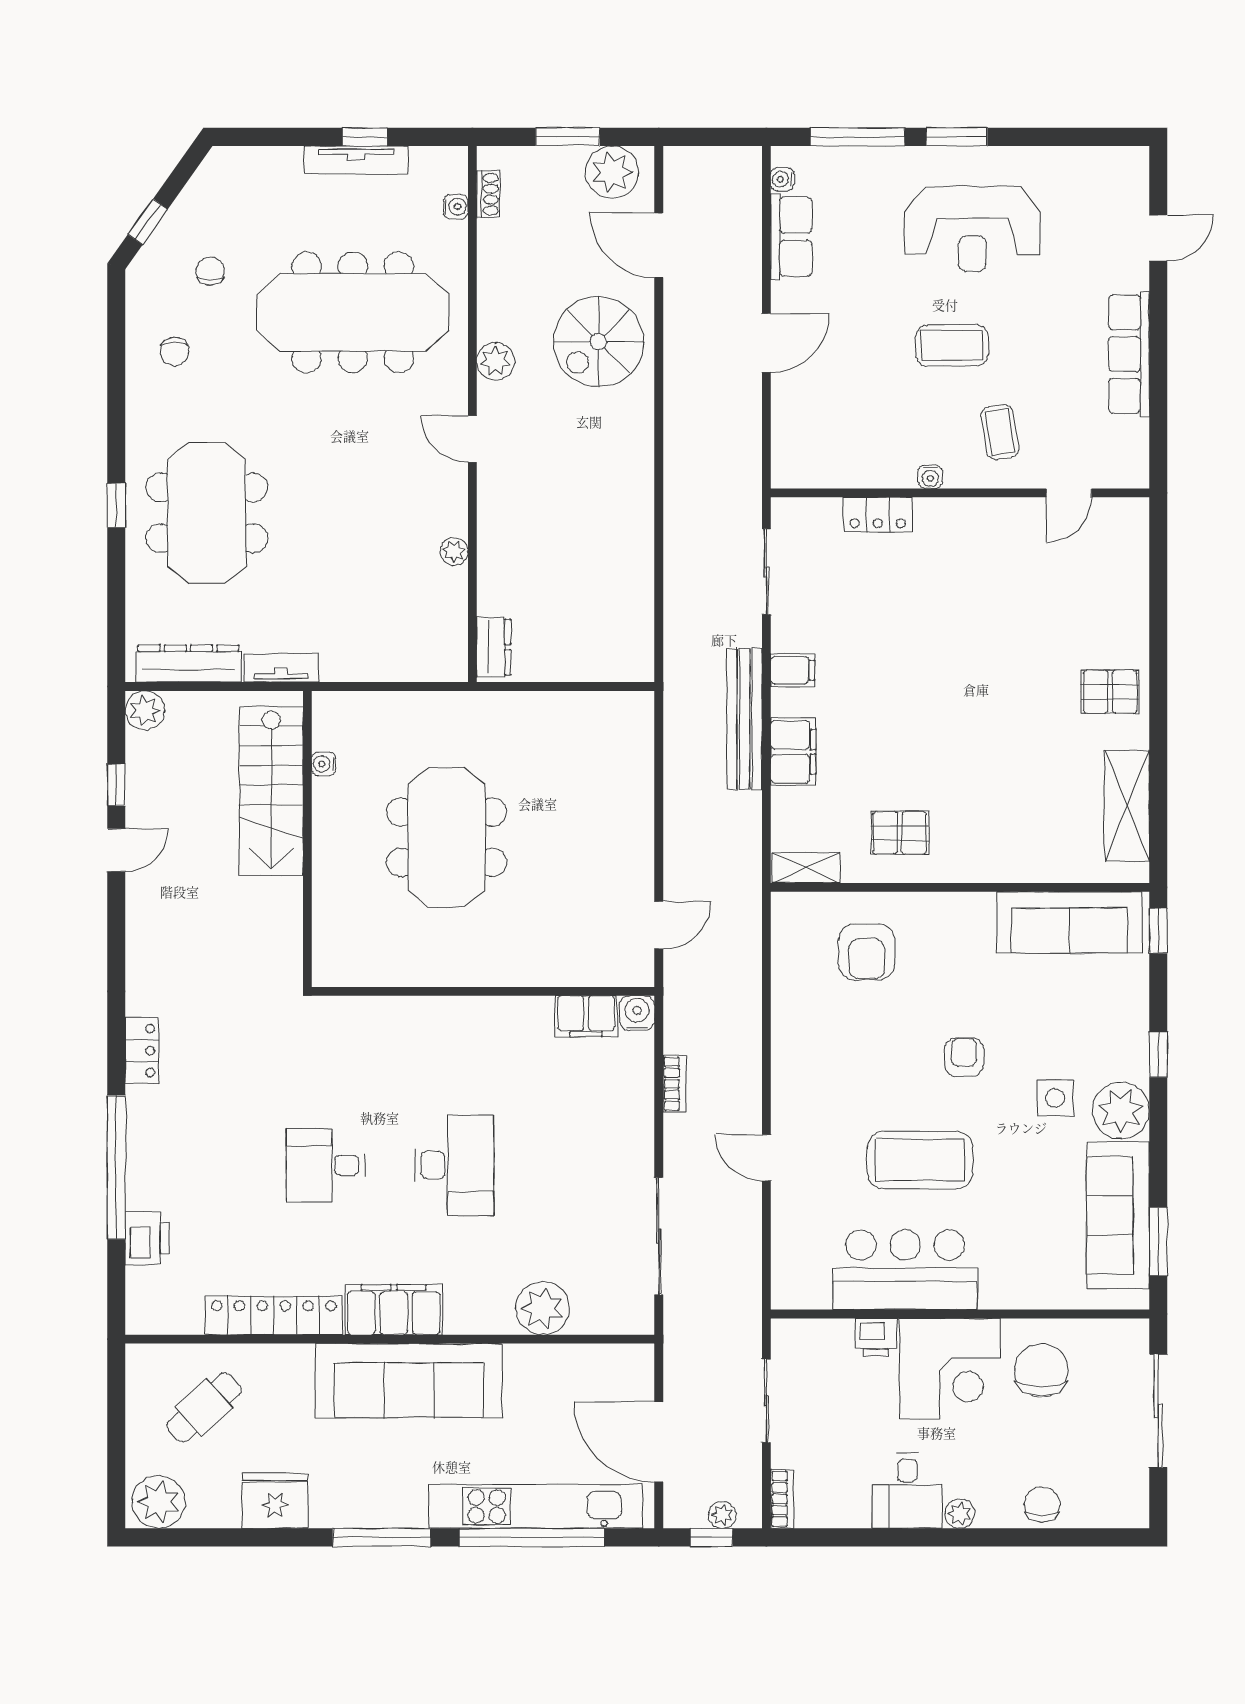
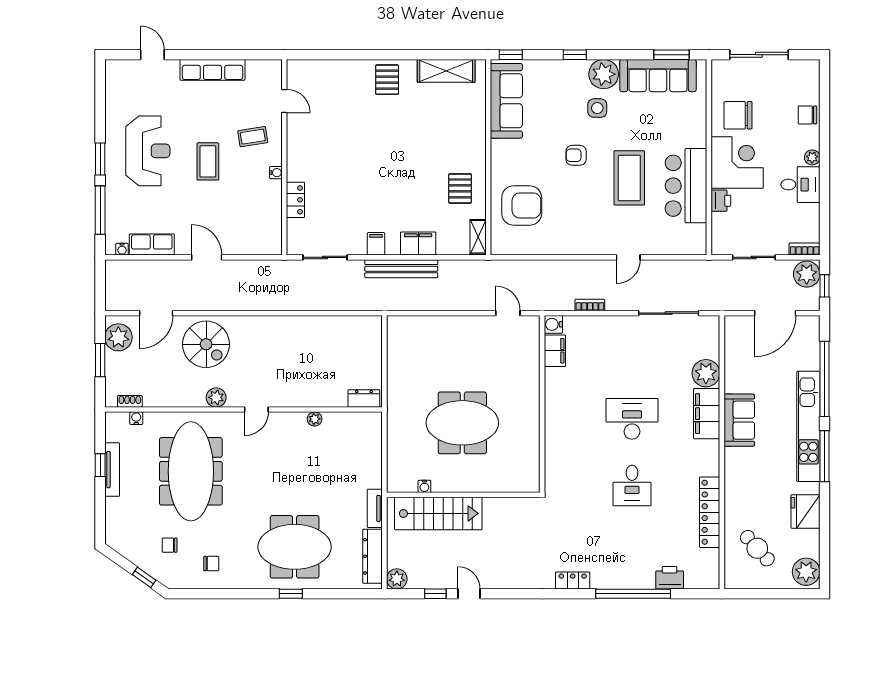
armchair: (867, 952) -> (522, 206), width x1.36, depth x1.36
filing cabinet: (394, 1310) -> (707, 414), moved
sofa: (409, 1381) -> (739, 420), width x0.54, depth x0.79
kitchen unit: (536, 1506) -> (808, 426), moved
plant: (722, 1515) -> (807, 274), width x1.88, depth x1.88

